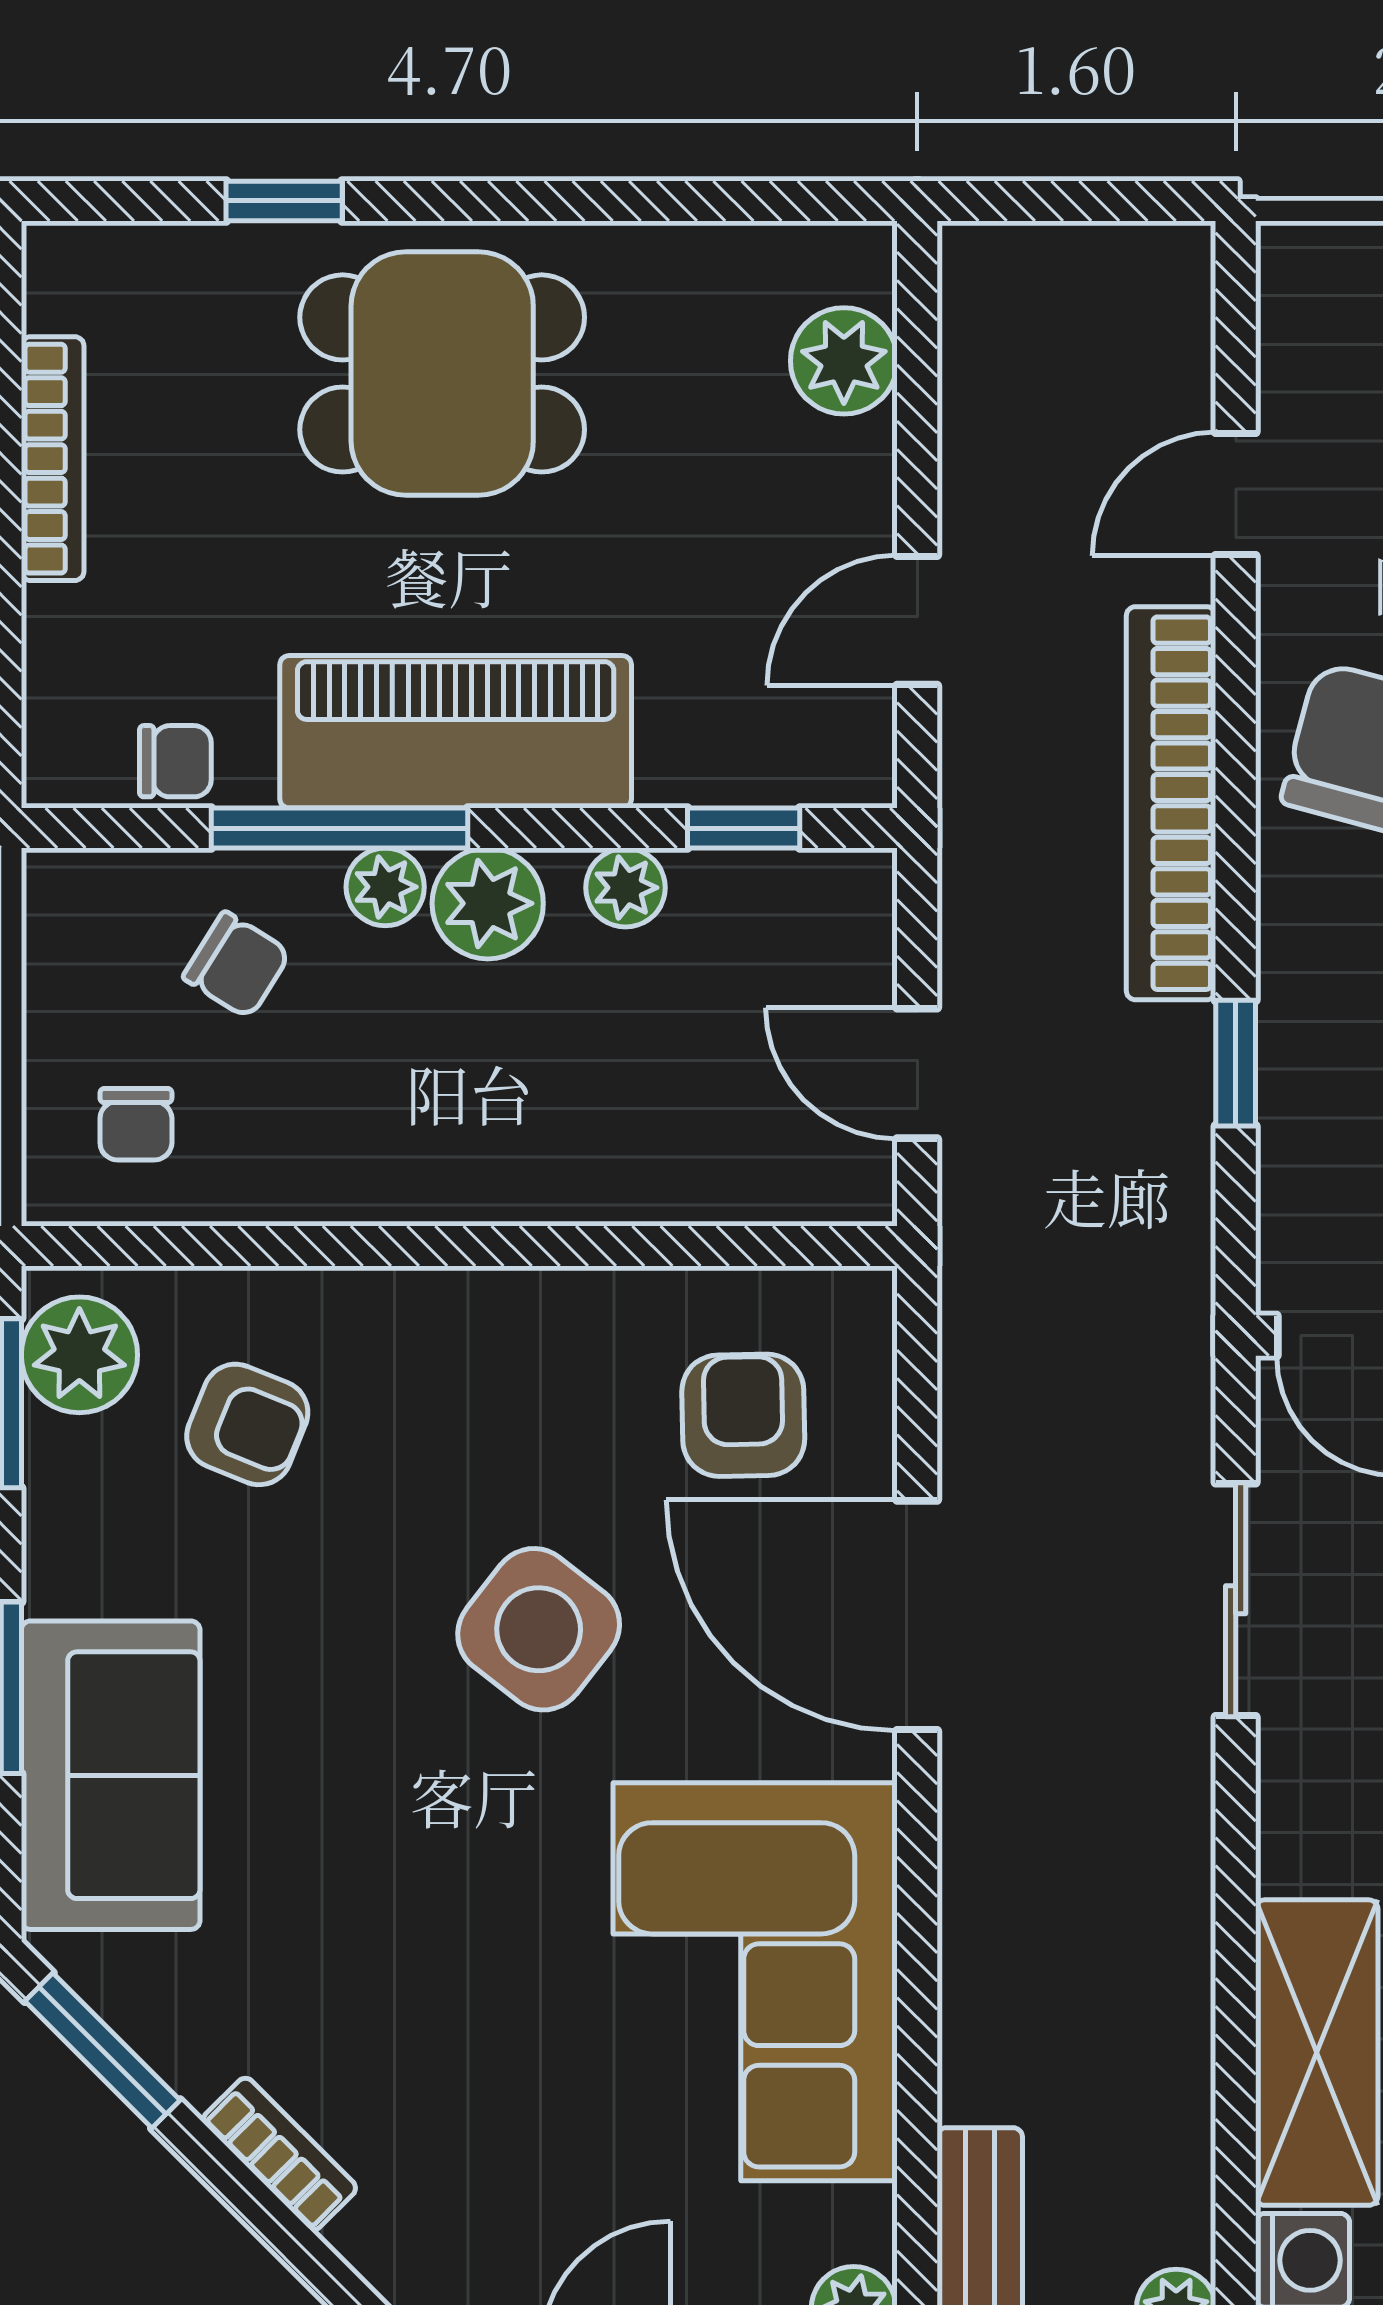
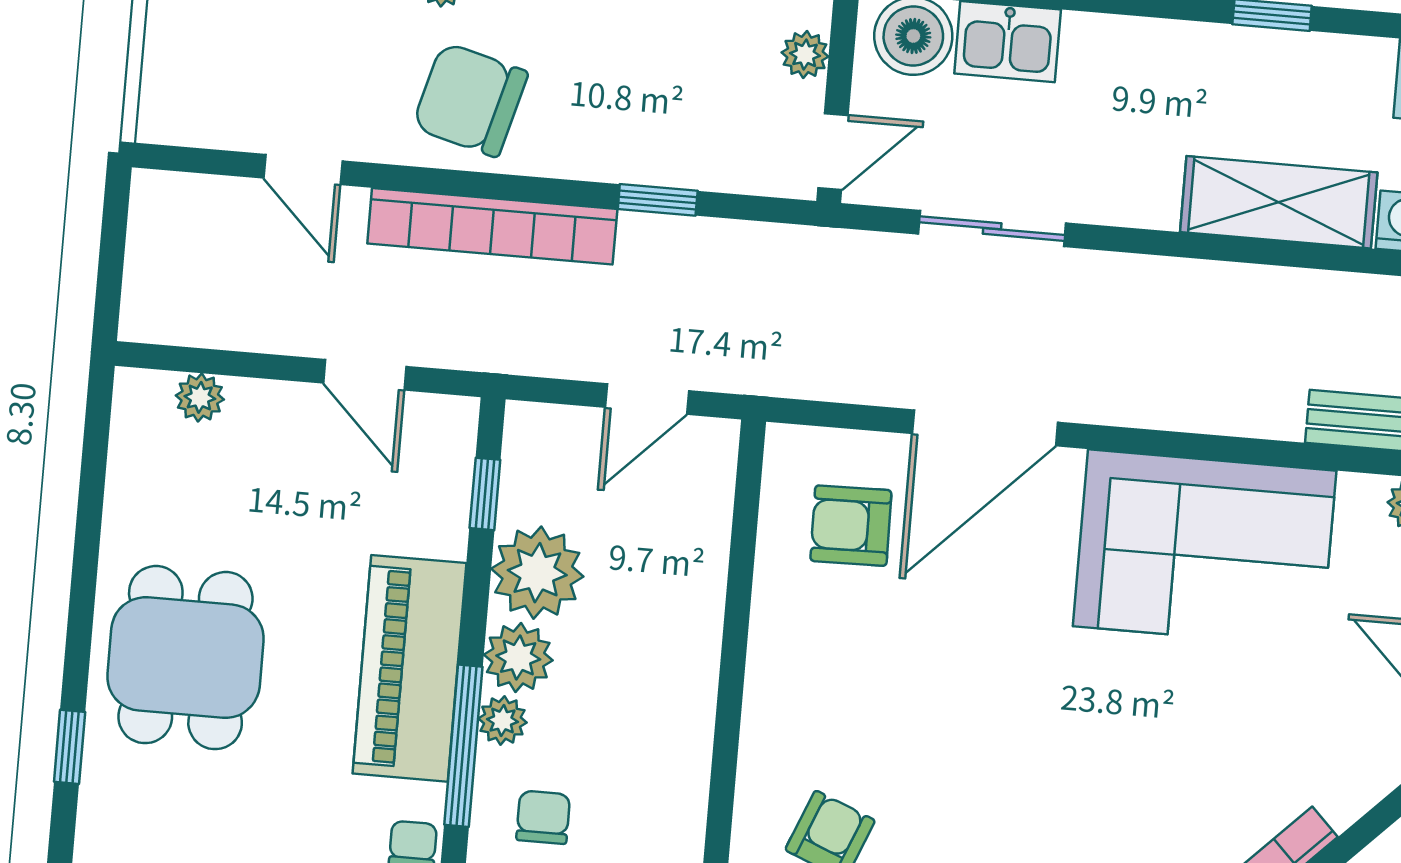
plant: (844, 361) -> (200, 397), width x0.73, depth x0.73
plant: (625, 888) -> (537, 573), width x1.88, depth x1.88
chair: (237, 965) -> (543, 817), turned -32
side table: (539, 1629) -> (973, 665), removed

